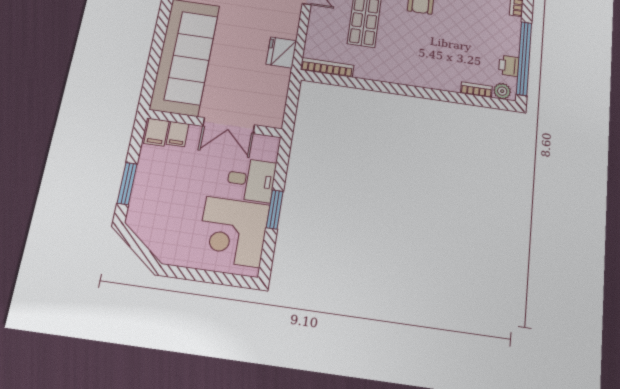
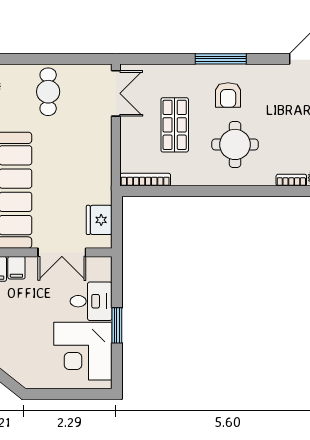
round table: (423, 48) -> (235, 144), added
fridge: (281, 52) -> (99, 220), moved

